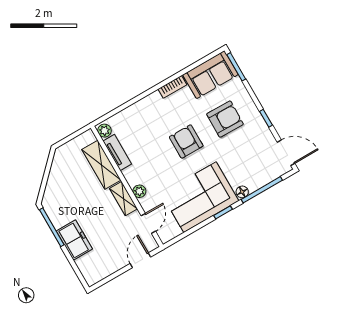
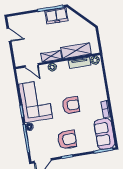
armchair: (225, 119) -> (67, 139), moved, turned -91
freezer: (74, 240) -> (56, 16), moved
door: (140, 260) -> (9, 35), moved

